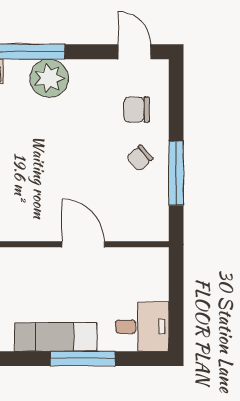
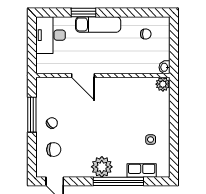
desk: (142, 327) -> (51, 35), width x1.37
window: (82, 359) -> (83, 13), width x0.69

